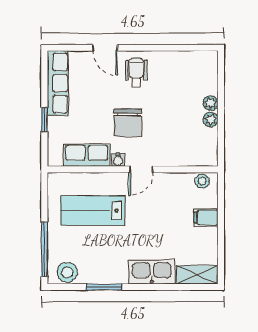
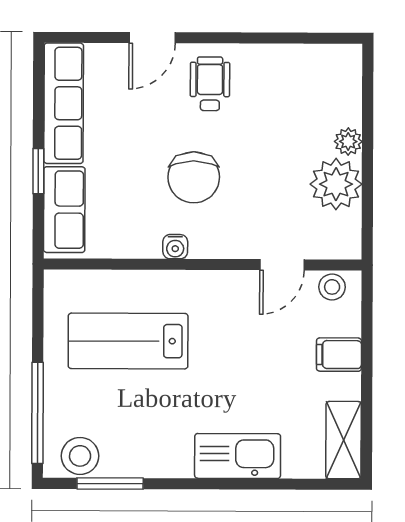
door: (105, 48) -> (152, 38), hinge flipped
plant: (211, 119) -> (336, 184), width x1.87, depth x1.87
row of seats: (87, 155) -> (64, 210), moved, turned 90
door: (141, 169) -> (282, 265), moved
shelving: (197, 275) -> (344, 440), moved, turned 90
window: (104, 287) -> (110, 484), moved

